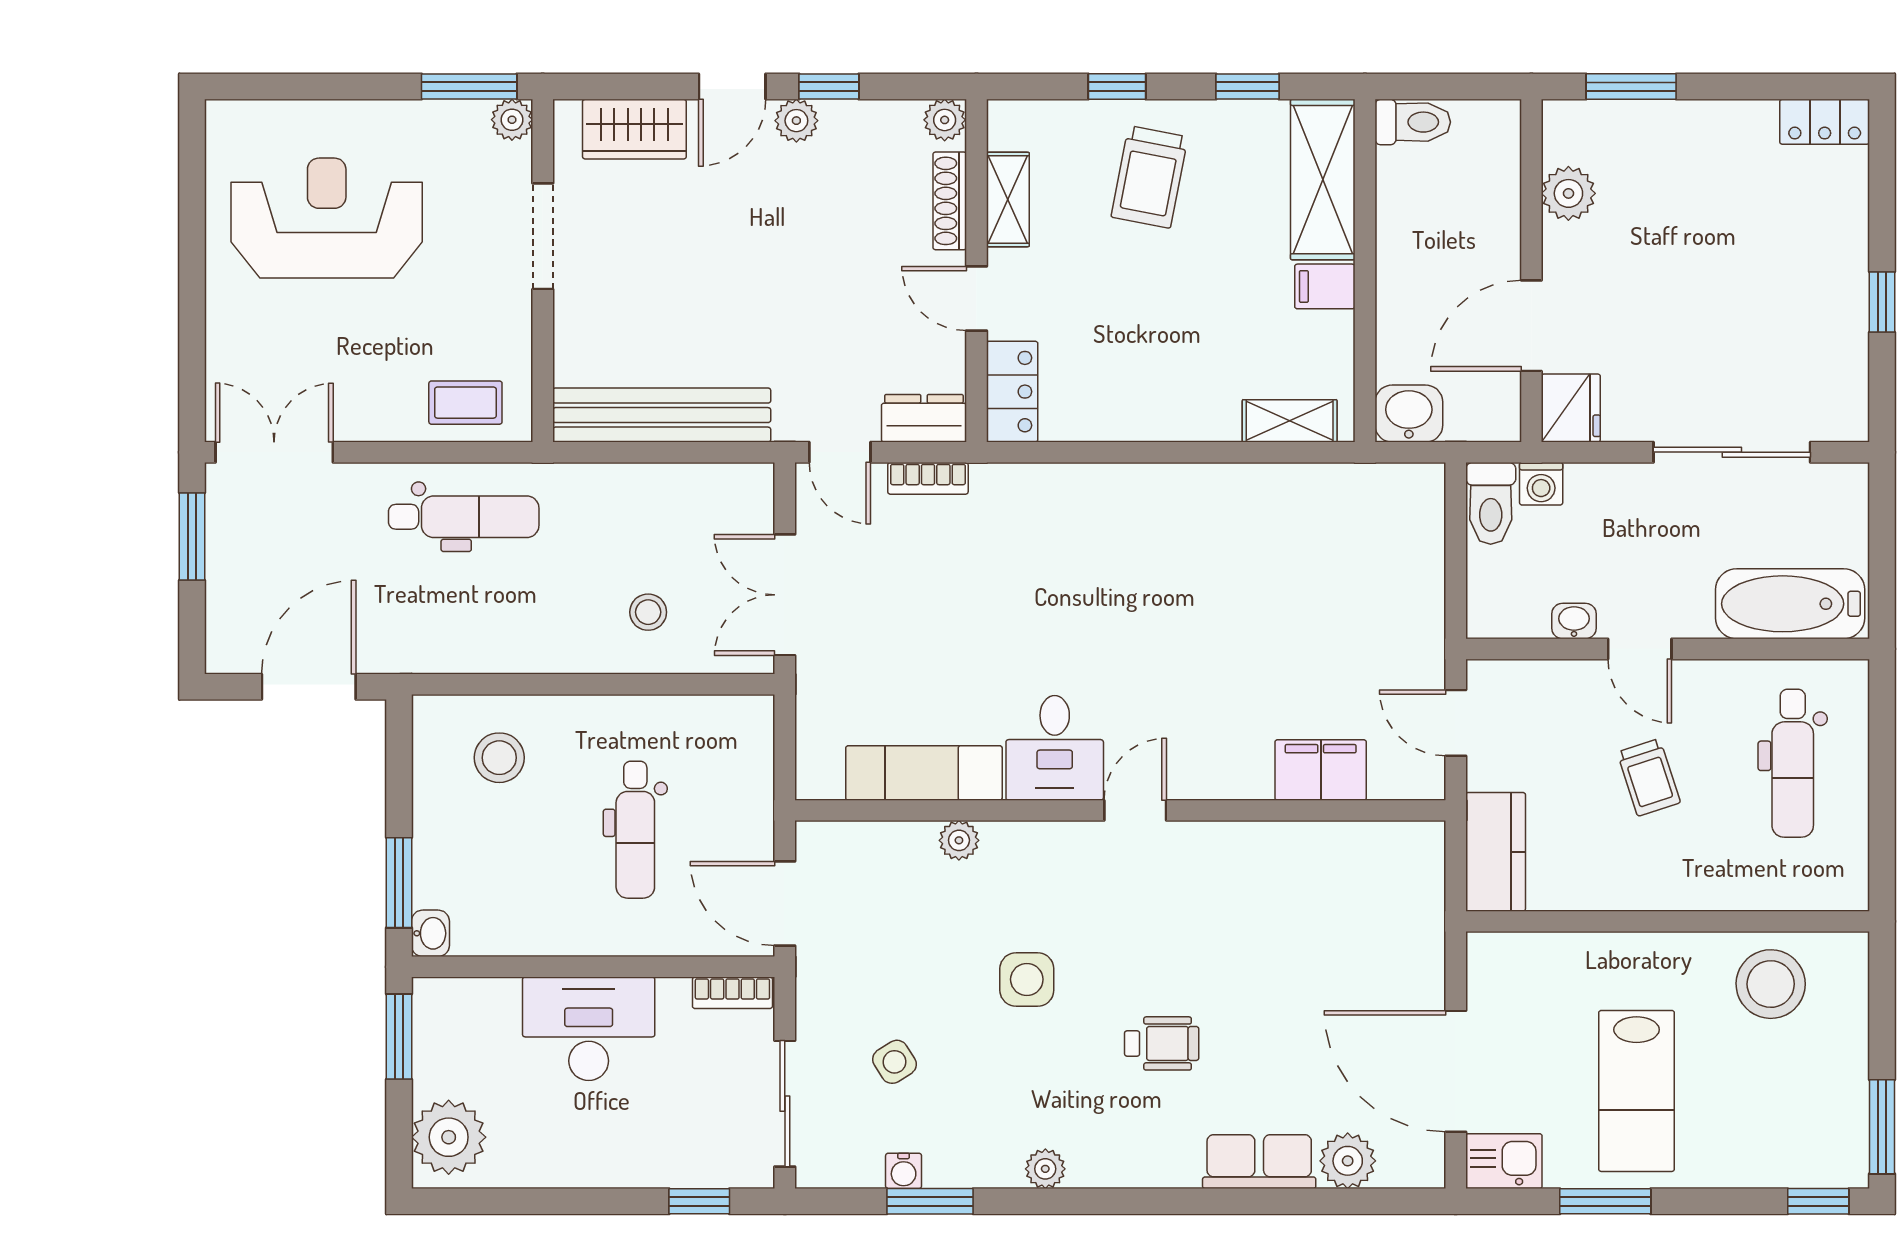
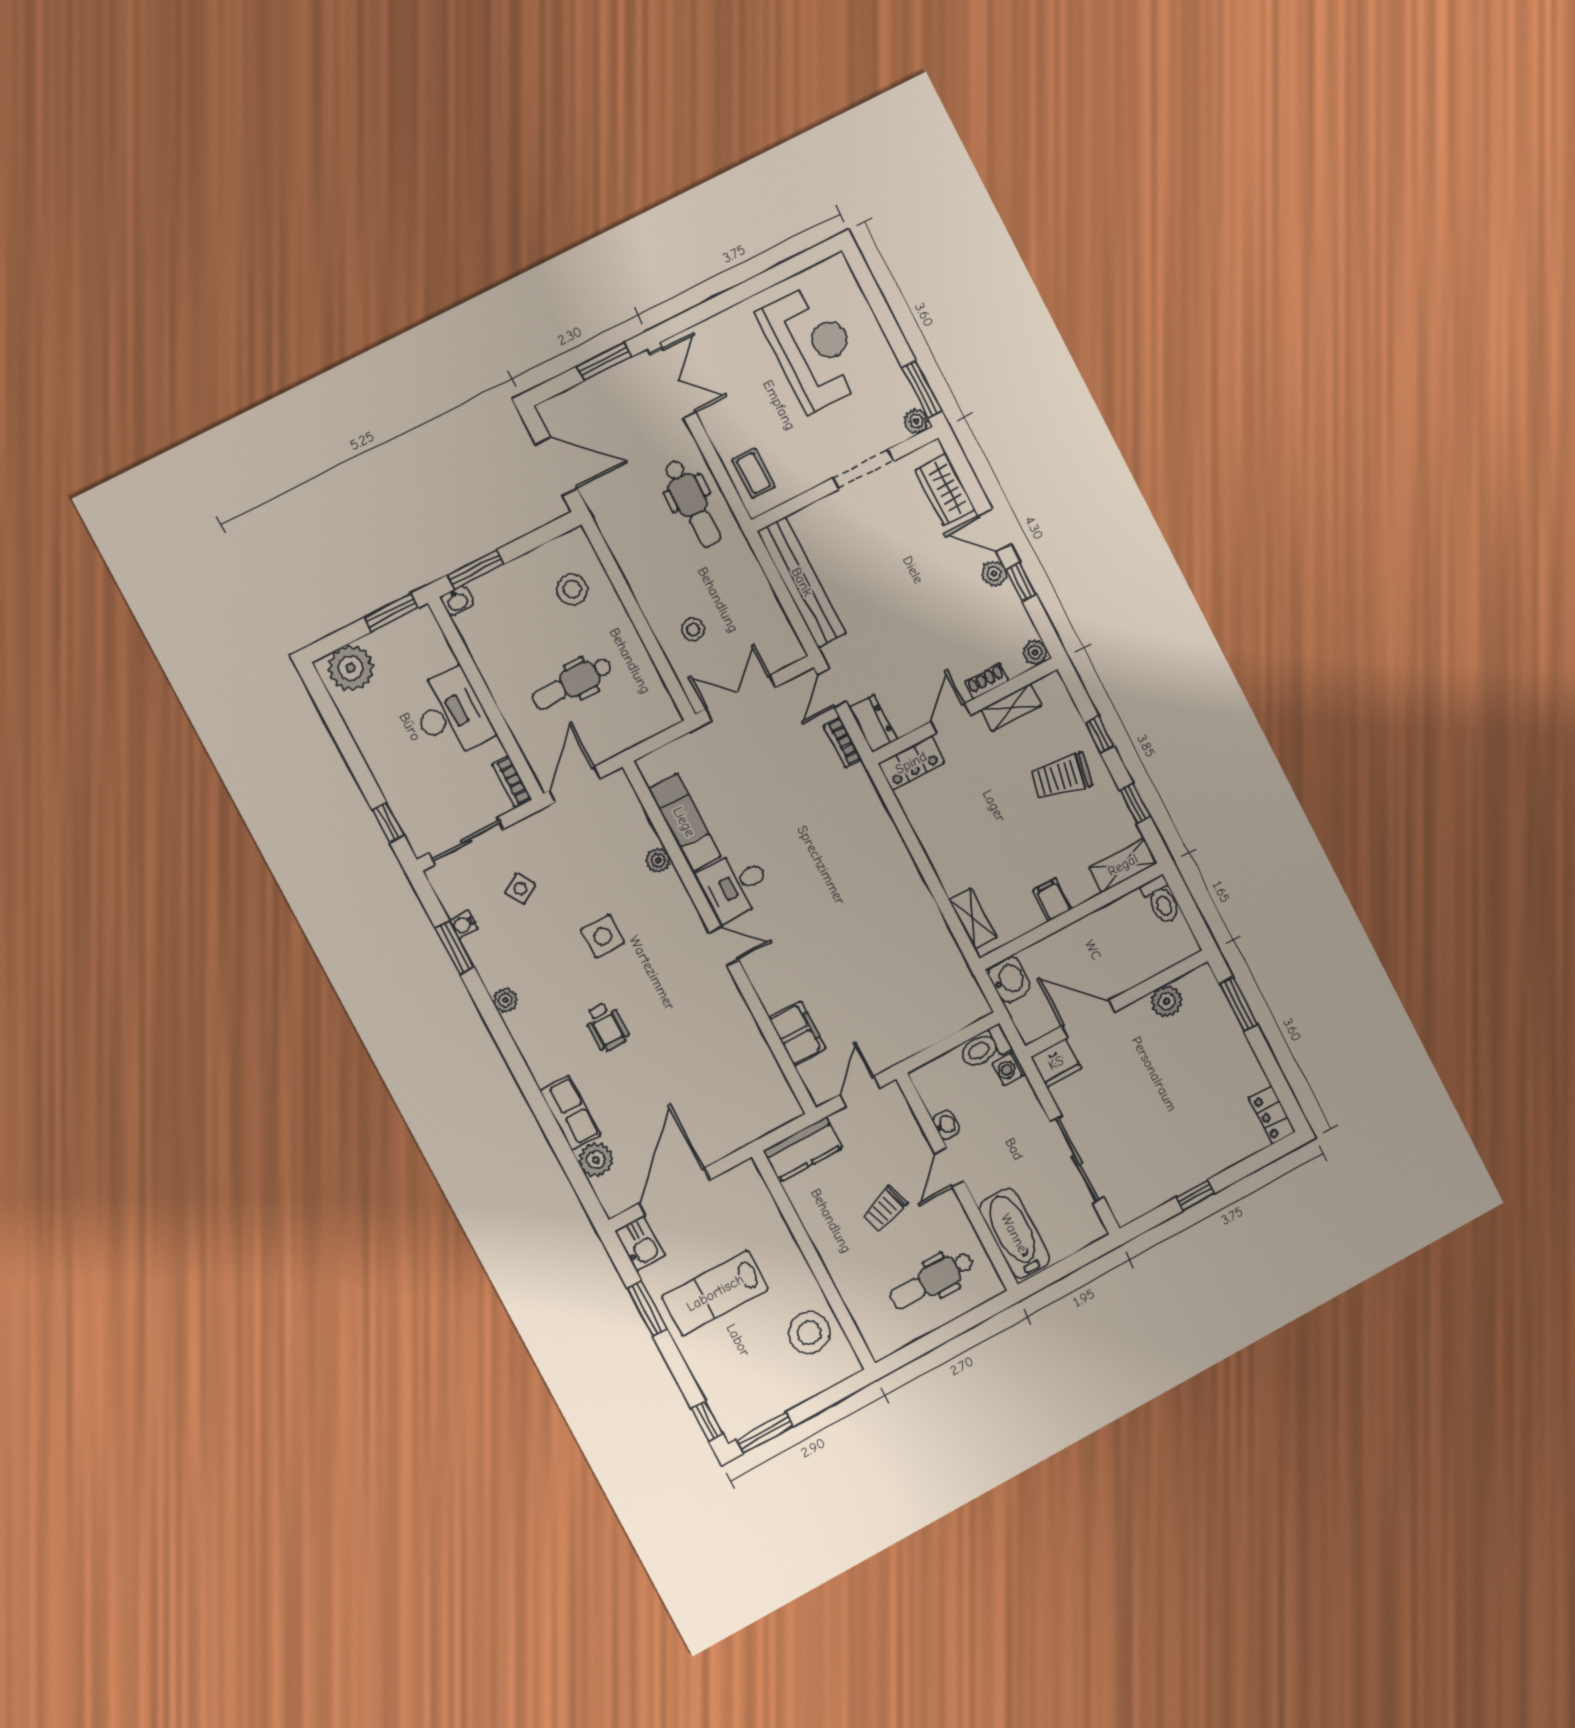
shelving: (1323, 180) -> (1123, 865), width x0.67, depth x0.75
shoe rack: (950, 201) -> (987, 681), width x0.70

